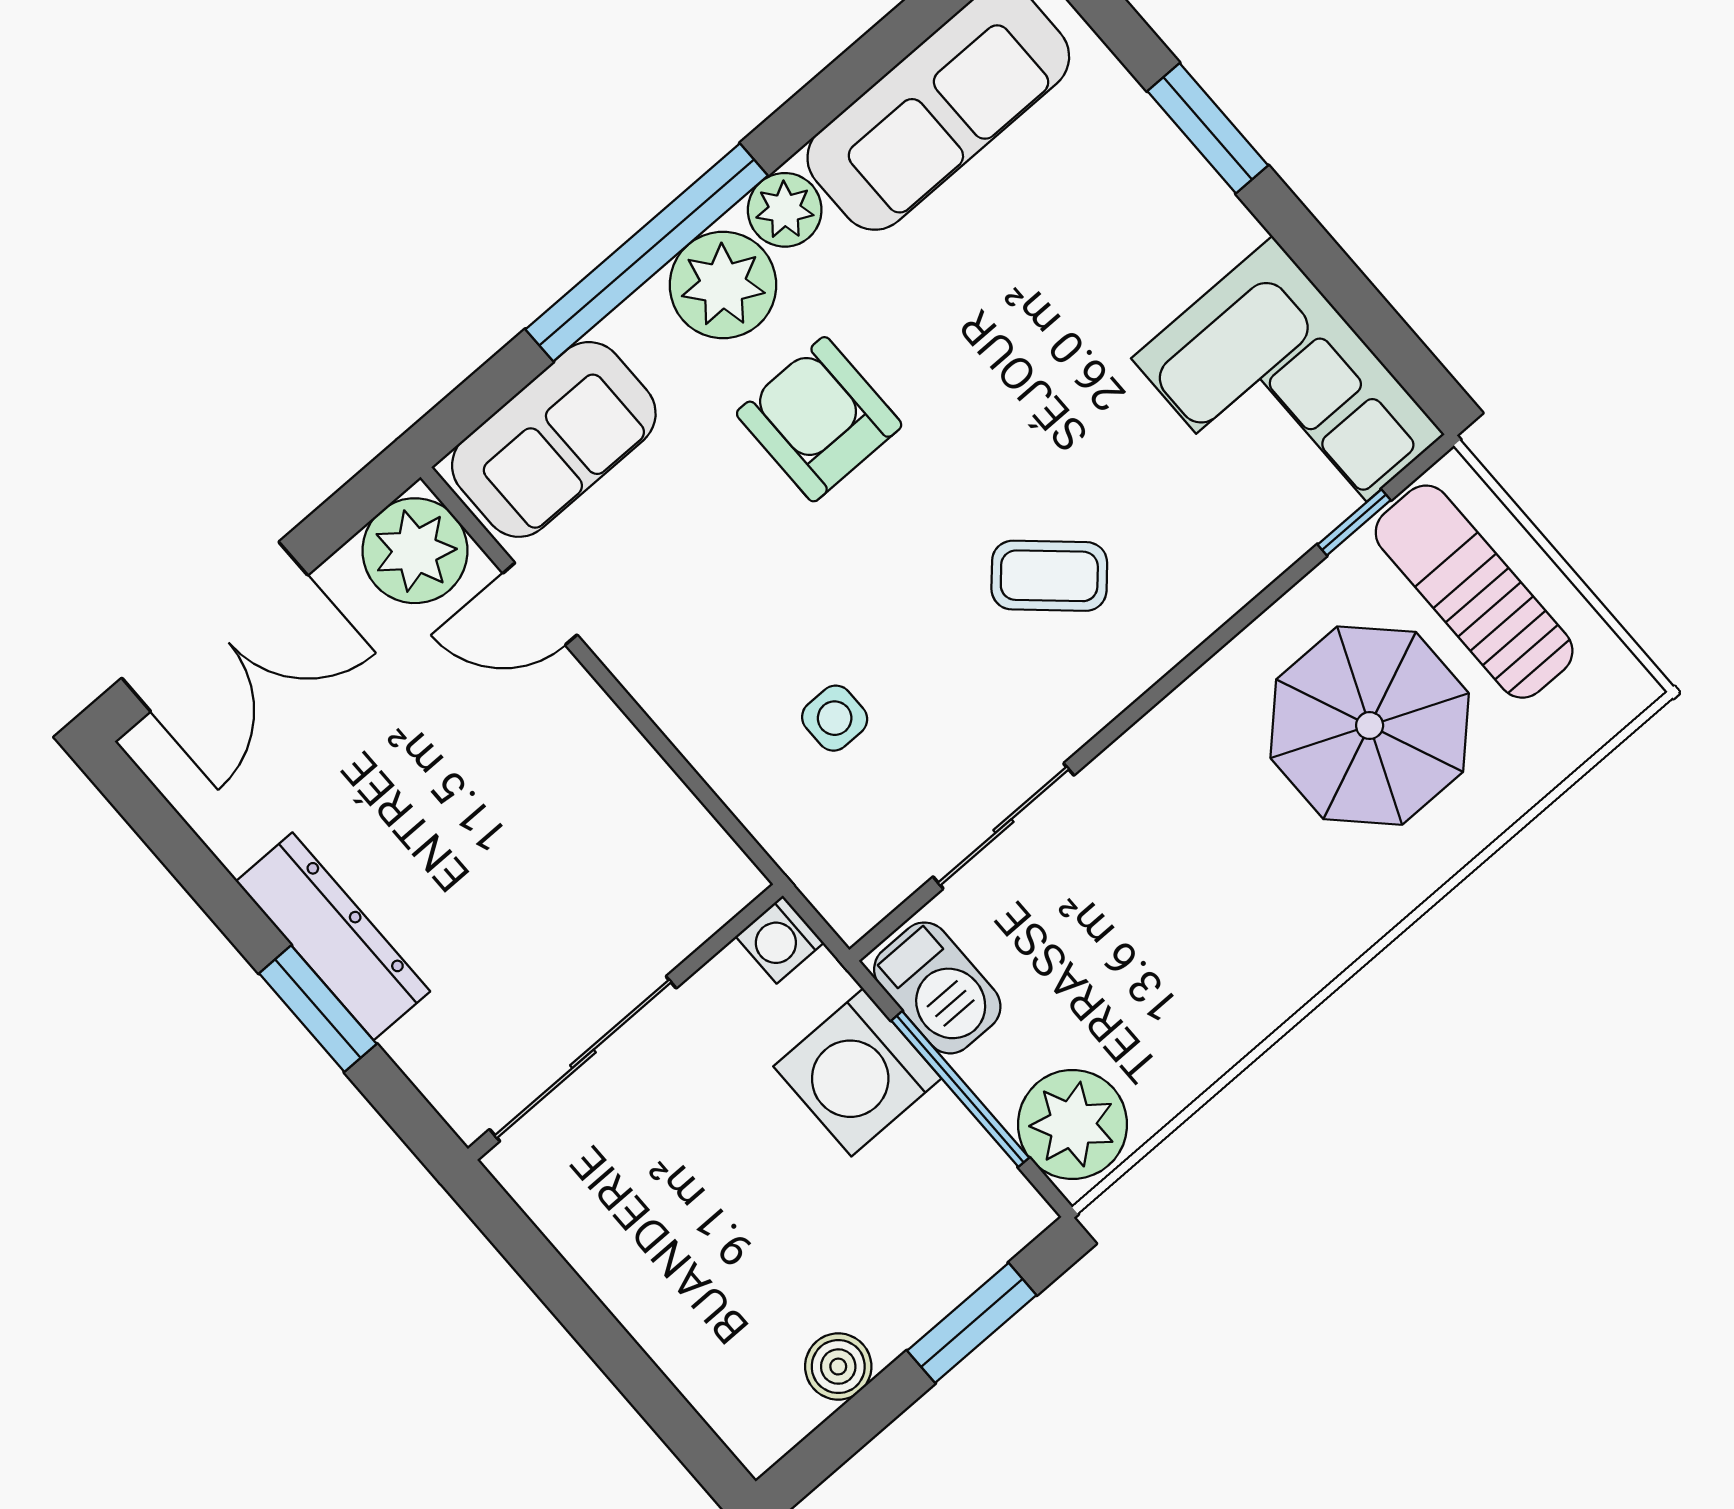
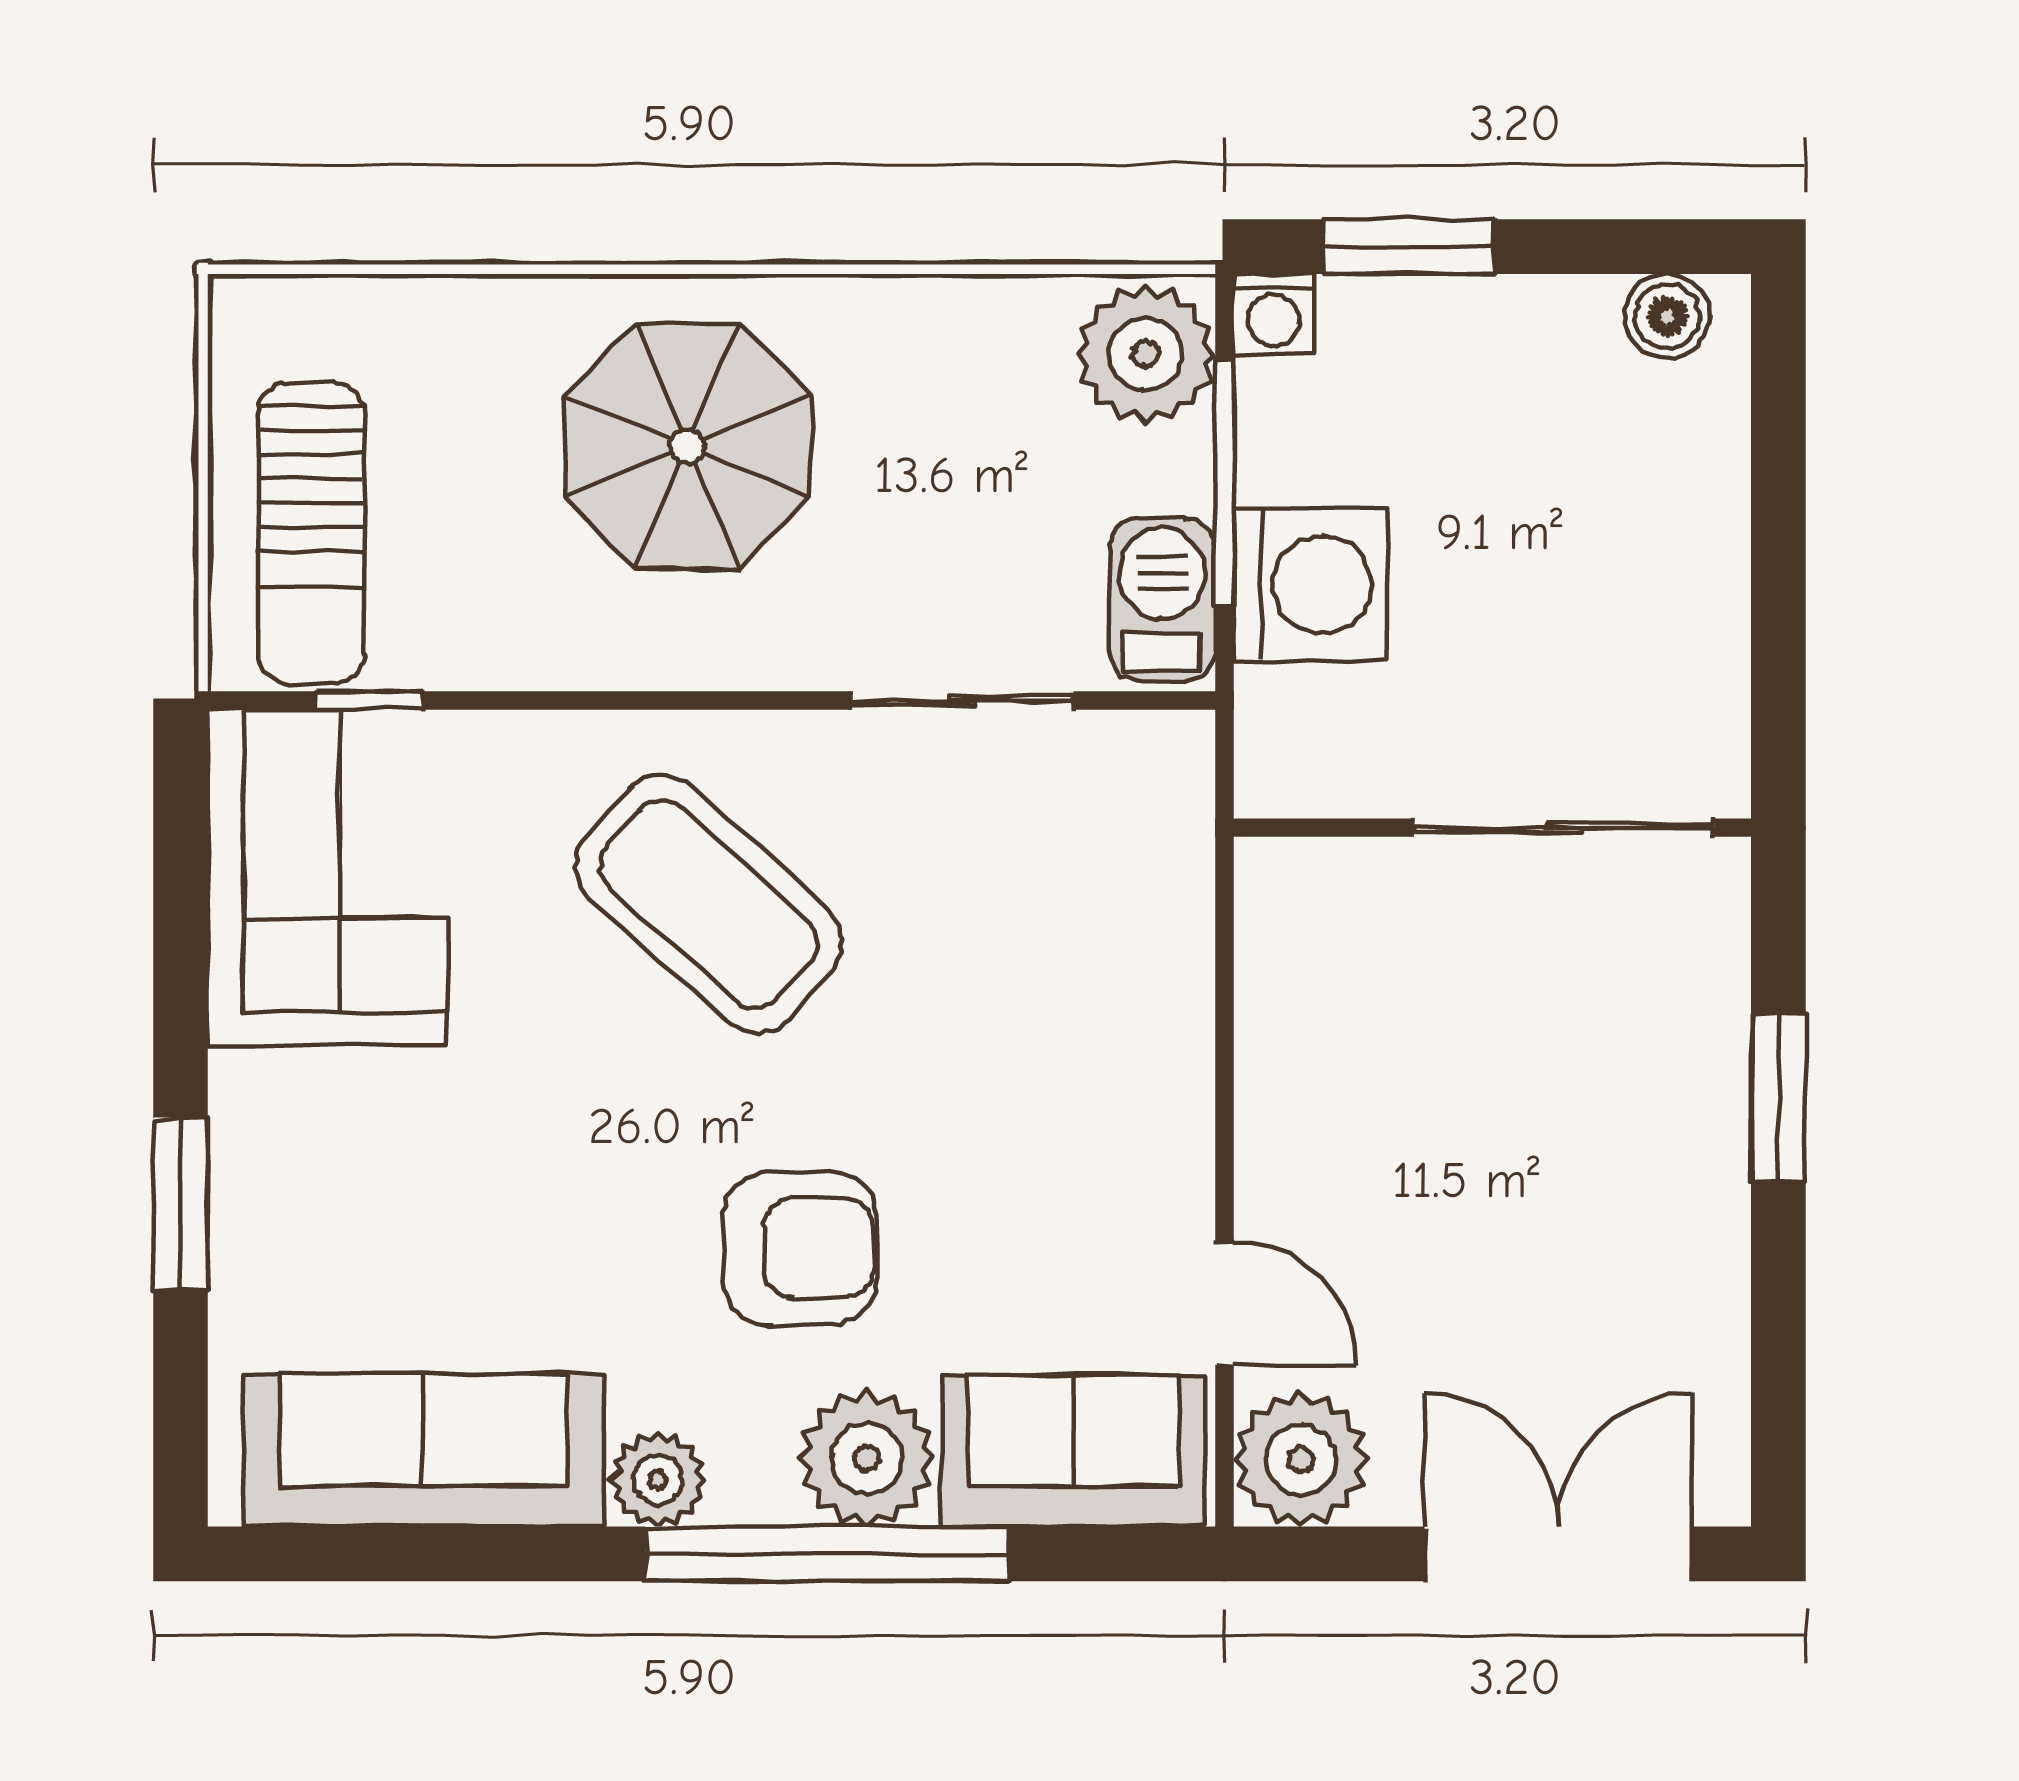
plant: (723, 285) -> (867, 1458), moved
armchair: (819, 419) -> (800, 1248), turned -91
coffee table: (1049, 576) -> (709, 904), width x1.86, depth x1.72
side table: (835, 718) -> (1035, 946), removed
parasol: (1370, 726) -> (687, 446), moved
dresser: (333, 936) -> (1703, 1155), removed
washing machine: (780, 939) -> (1274, 314), moved, turned 90
boiler: (838, 1367) -> (1668, 316), moved

